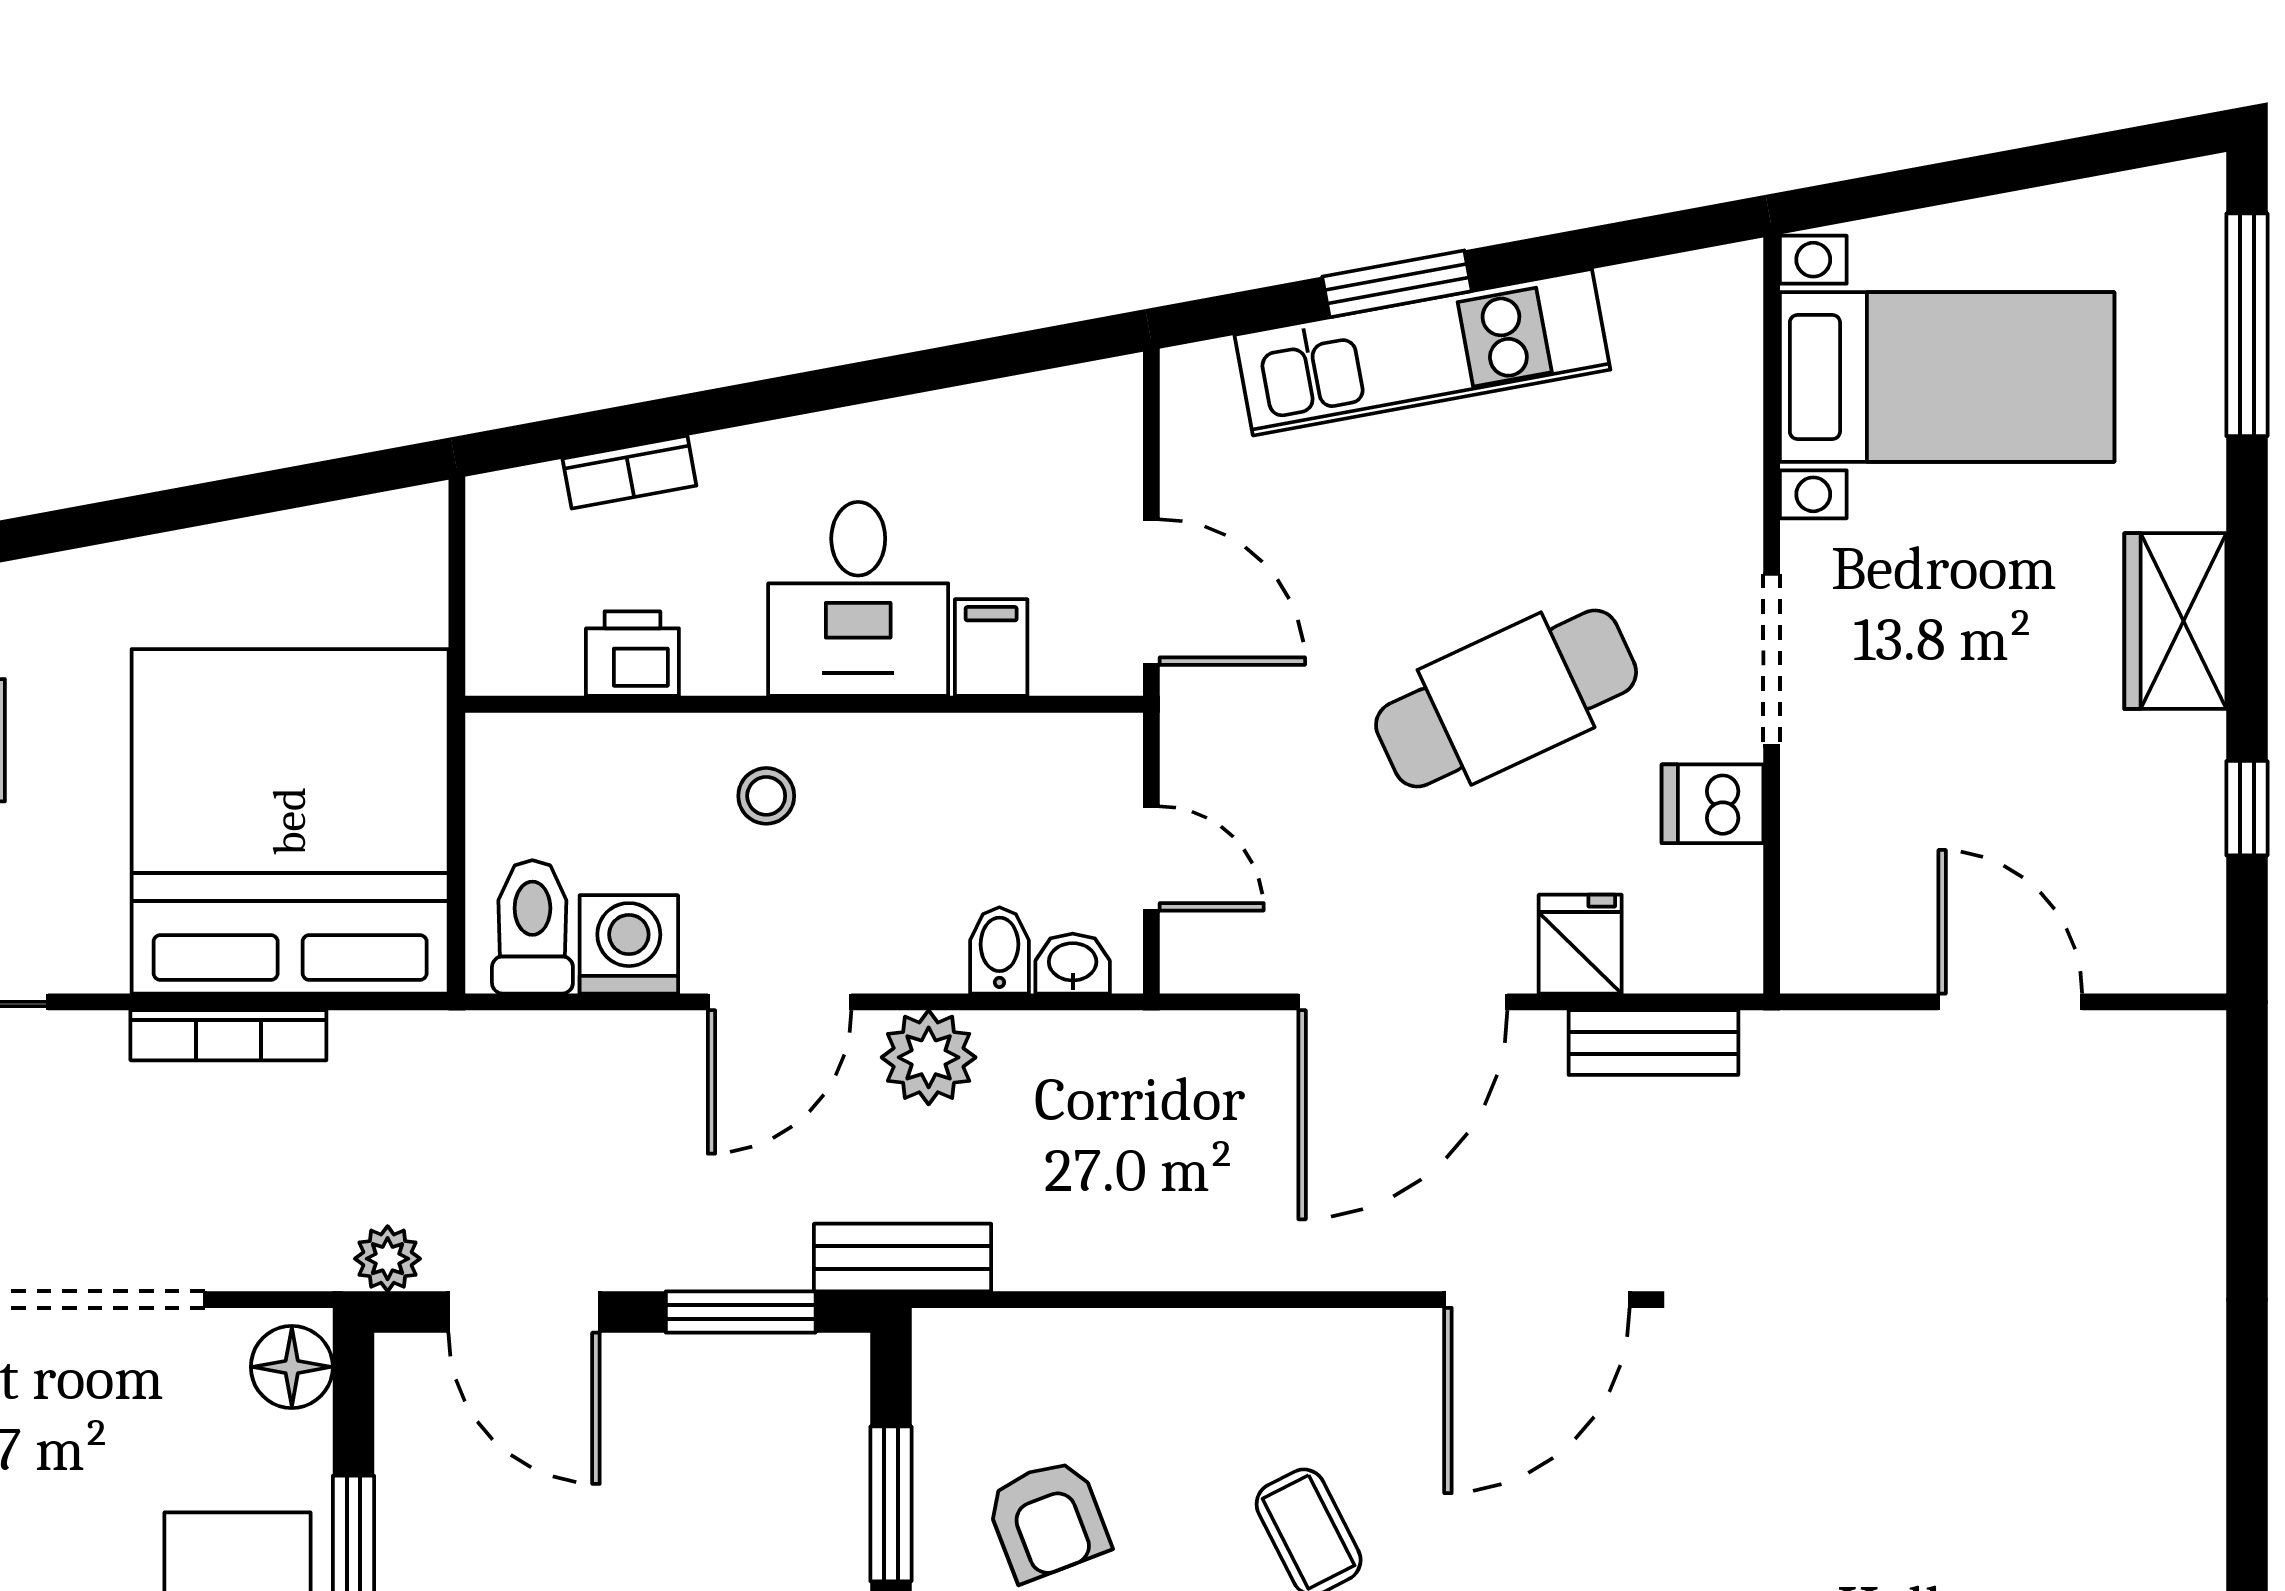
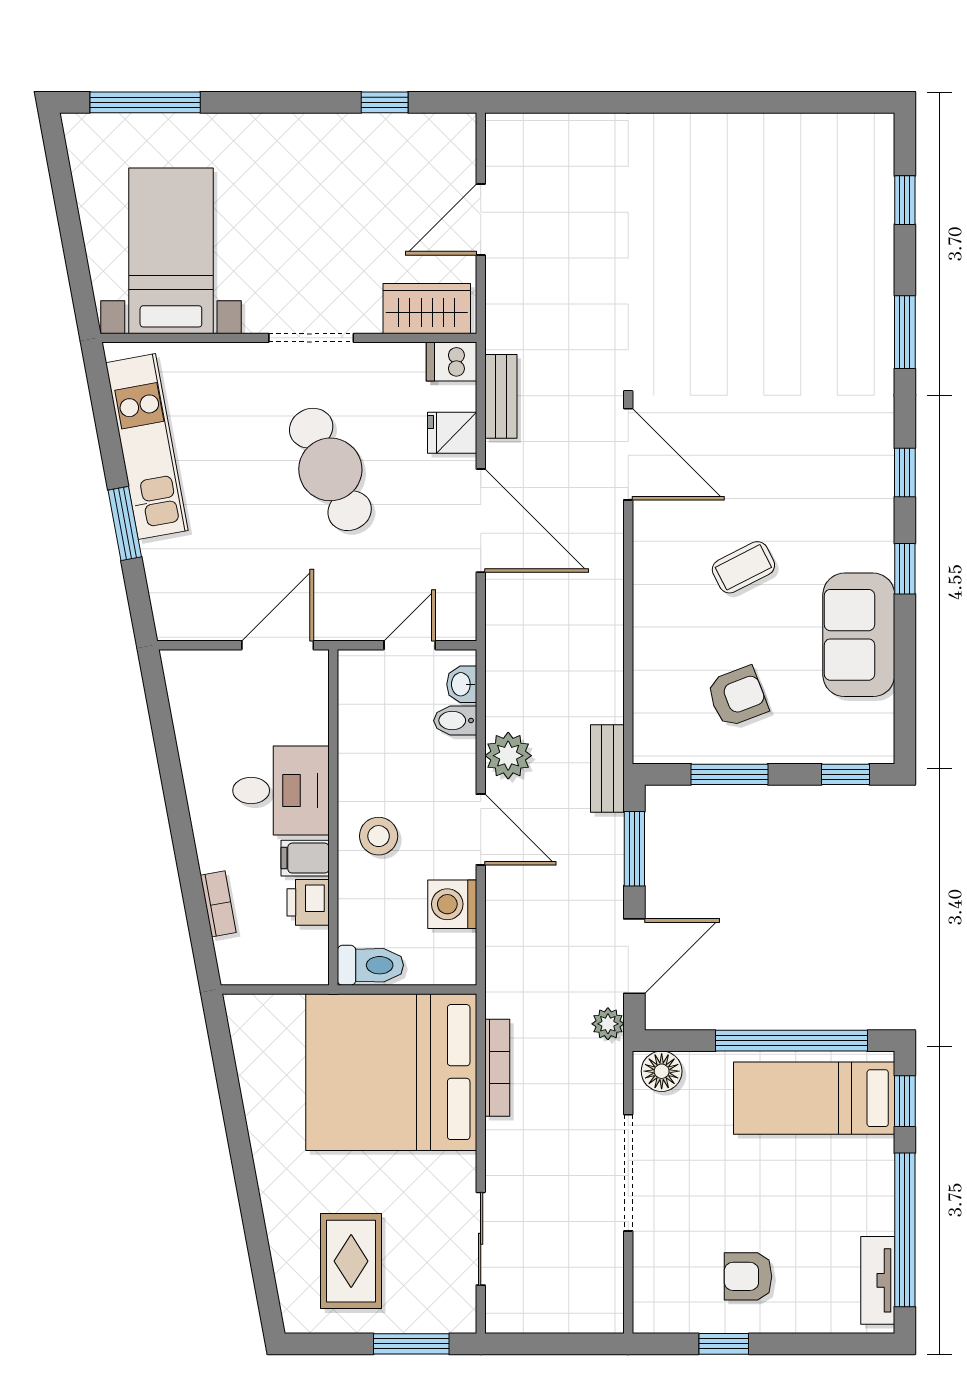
kitchen unit: (1422, 352) -> (147, 447), moved
wardrobe: (2175, 621) -> (427, 309), moved, turned 180
filing cabinet: (991, 648) -> (305, 858), moved
stool: (766, 796) -> (379, 836), width x1.37, depth x1.37
dishwasher: (1712, 804) -> (451, 362), moved, turned 90
toilet: (532, 927) -> (370, 965), moved, turned 180
bookcase: (228, 1035) -> (497, 1068), moved

